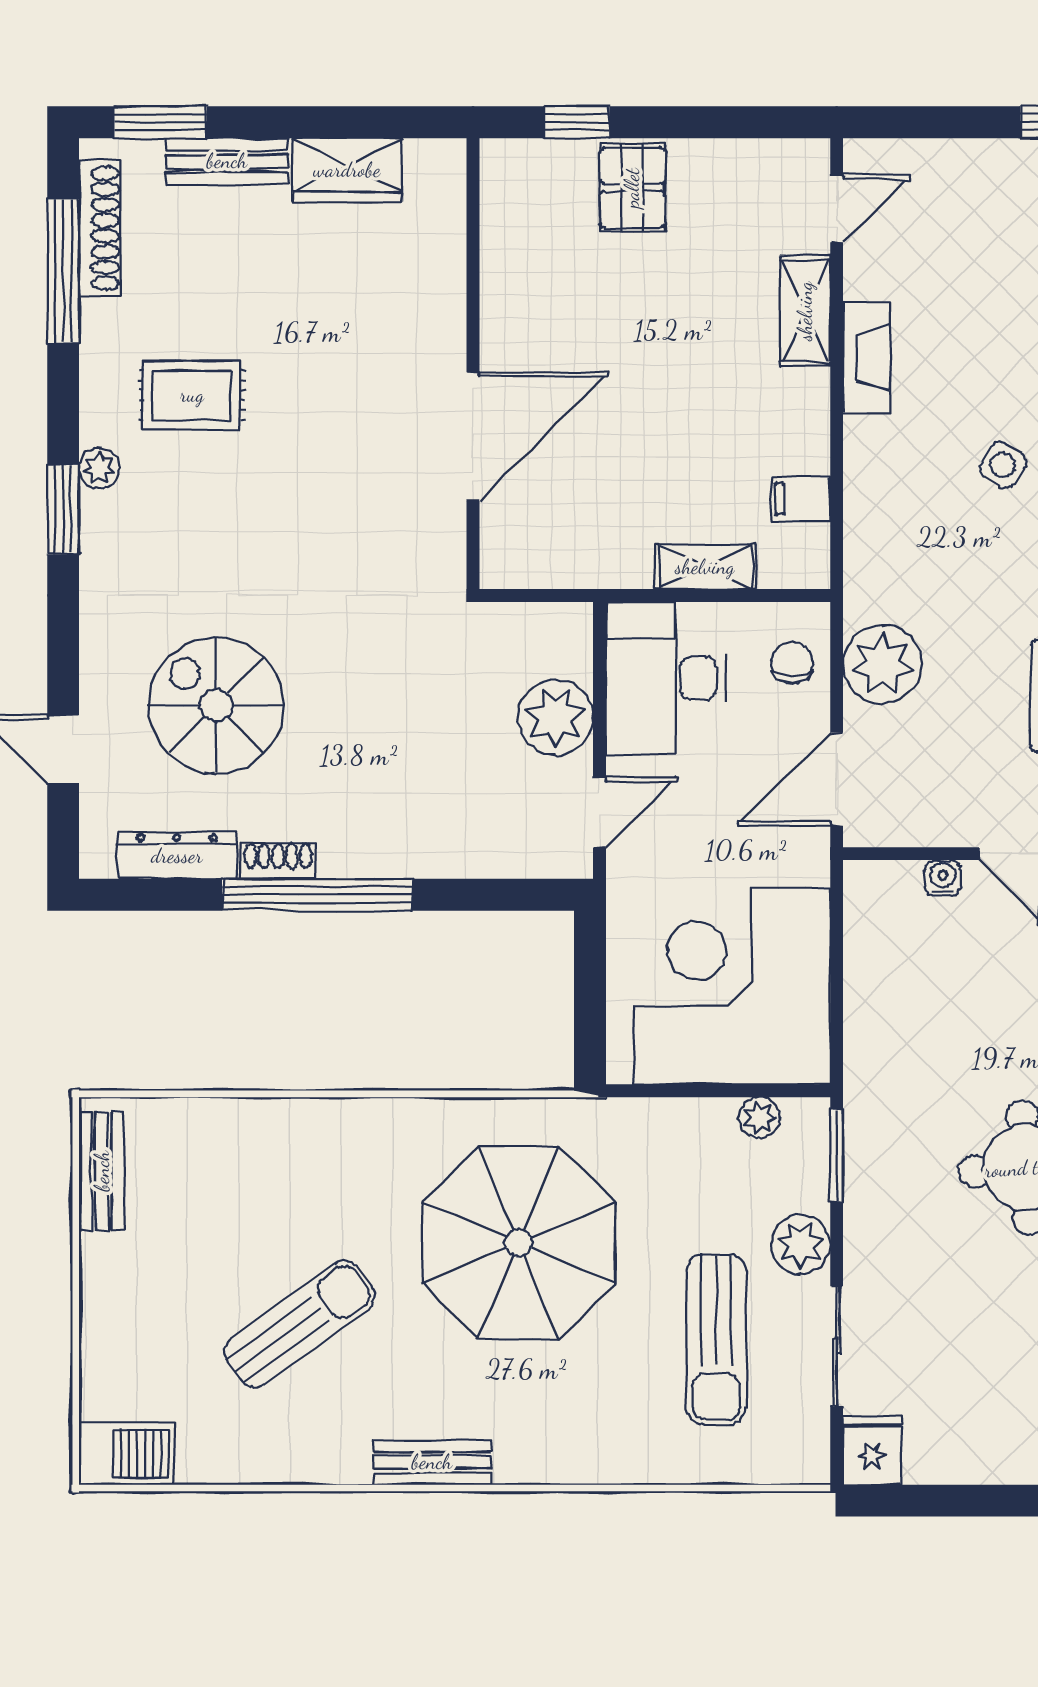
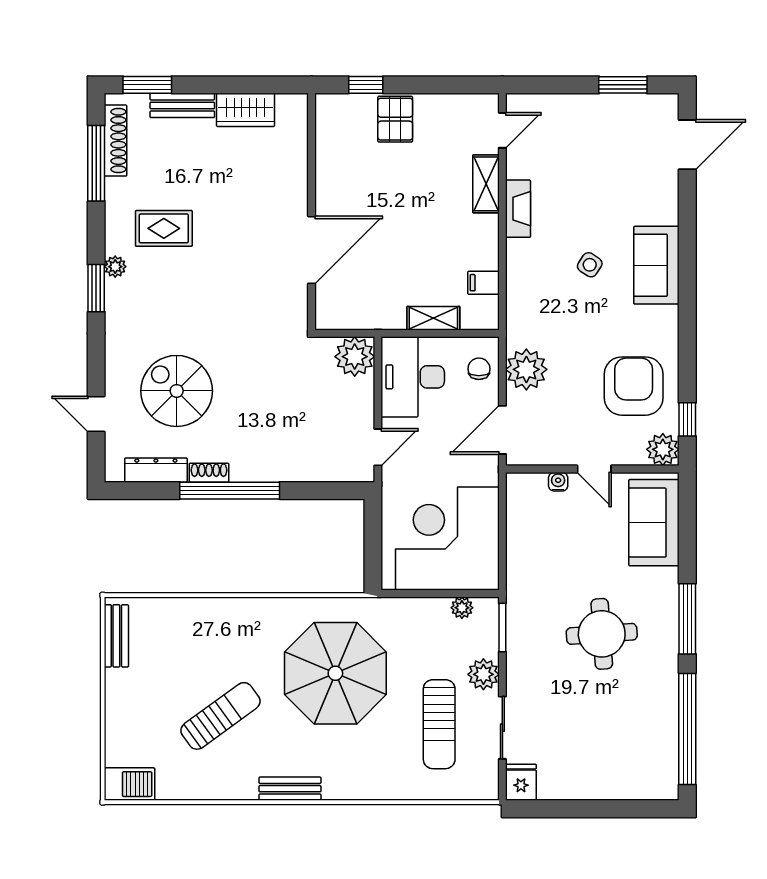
plant: (555, 717) -> (355, 357), moved

